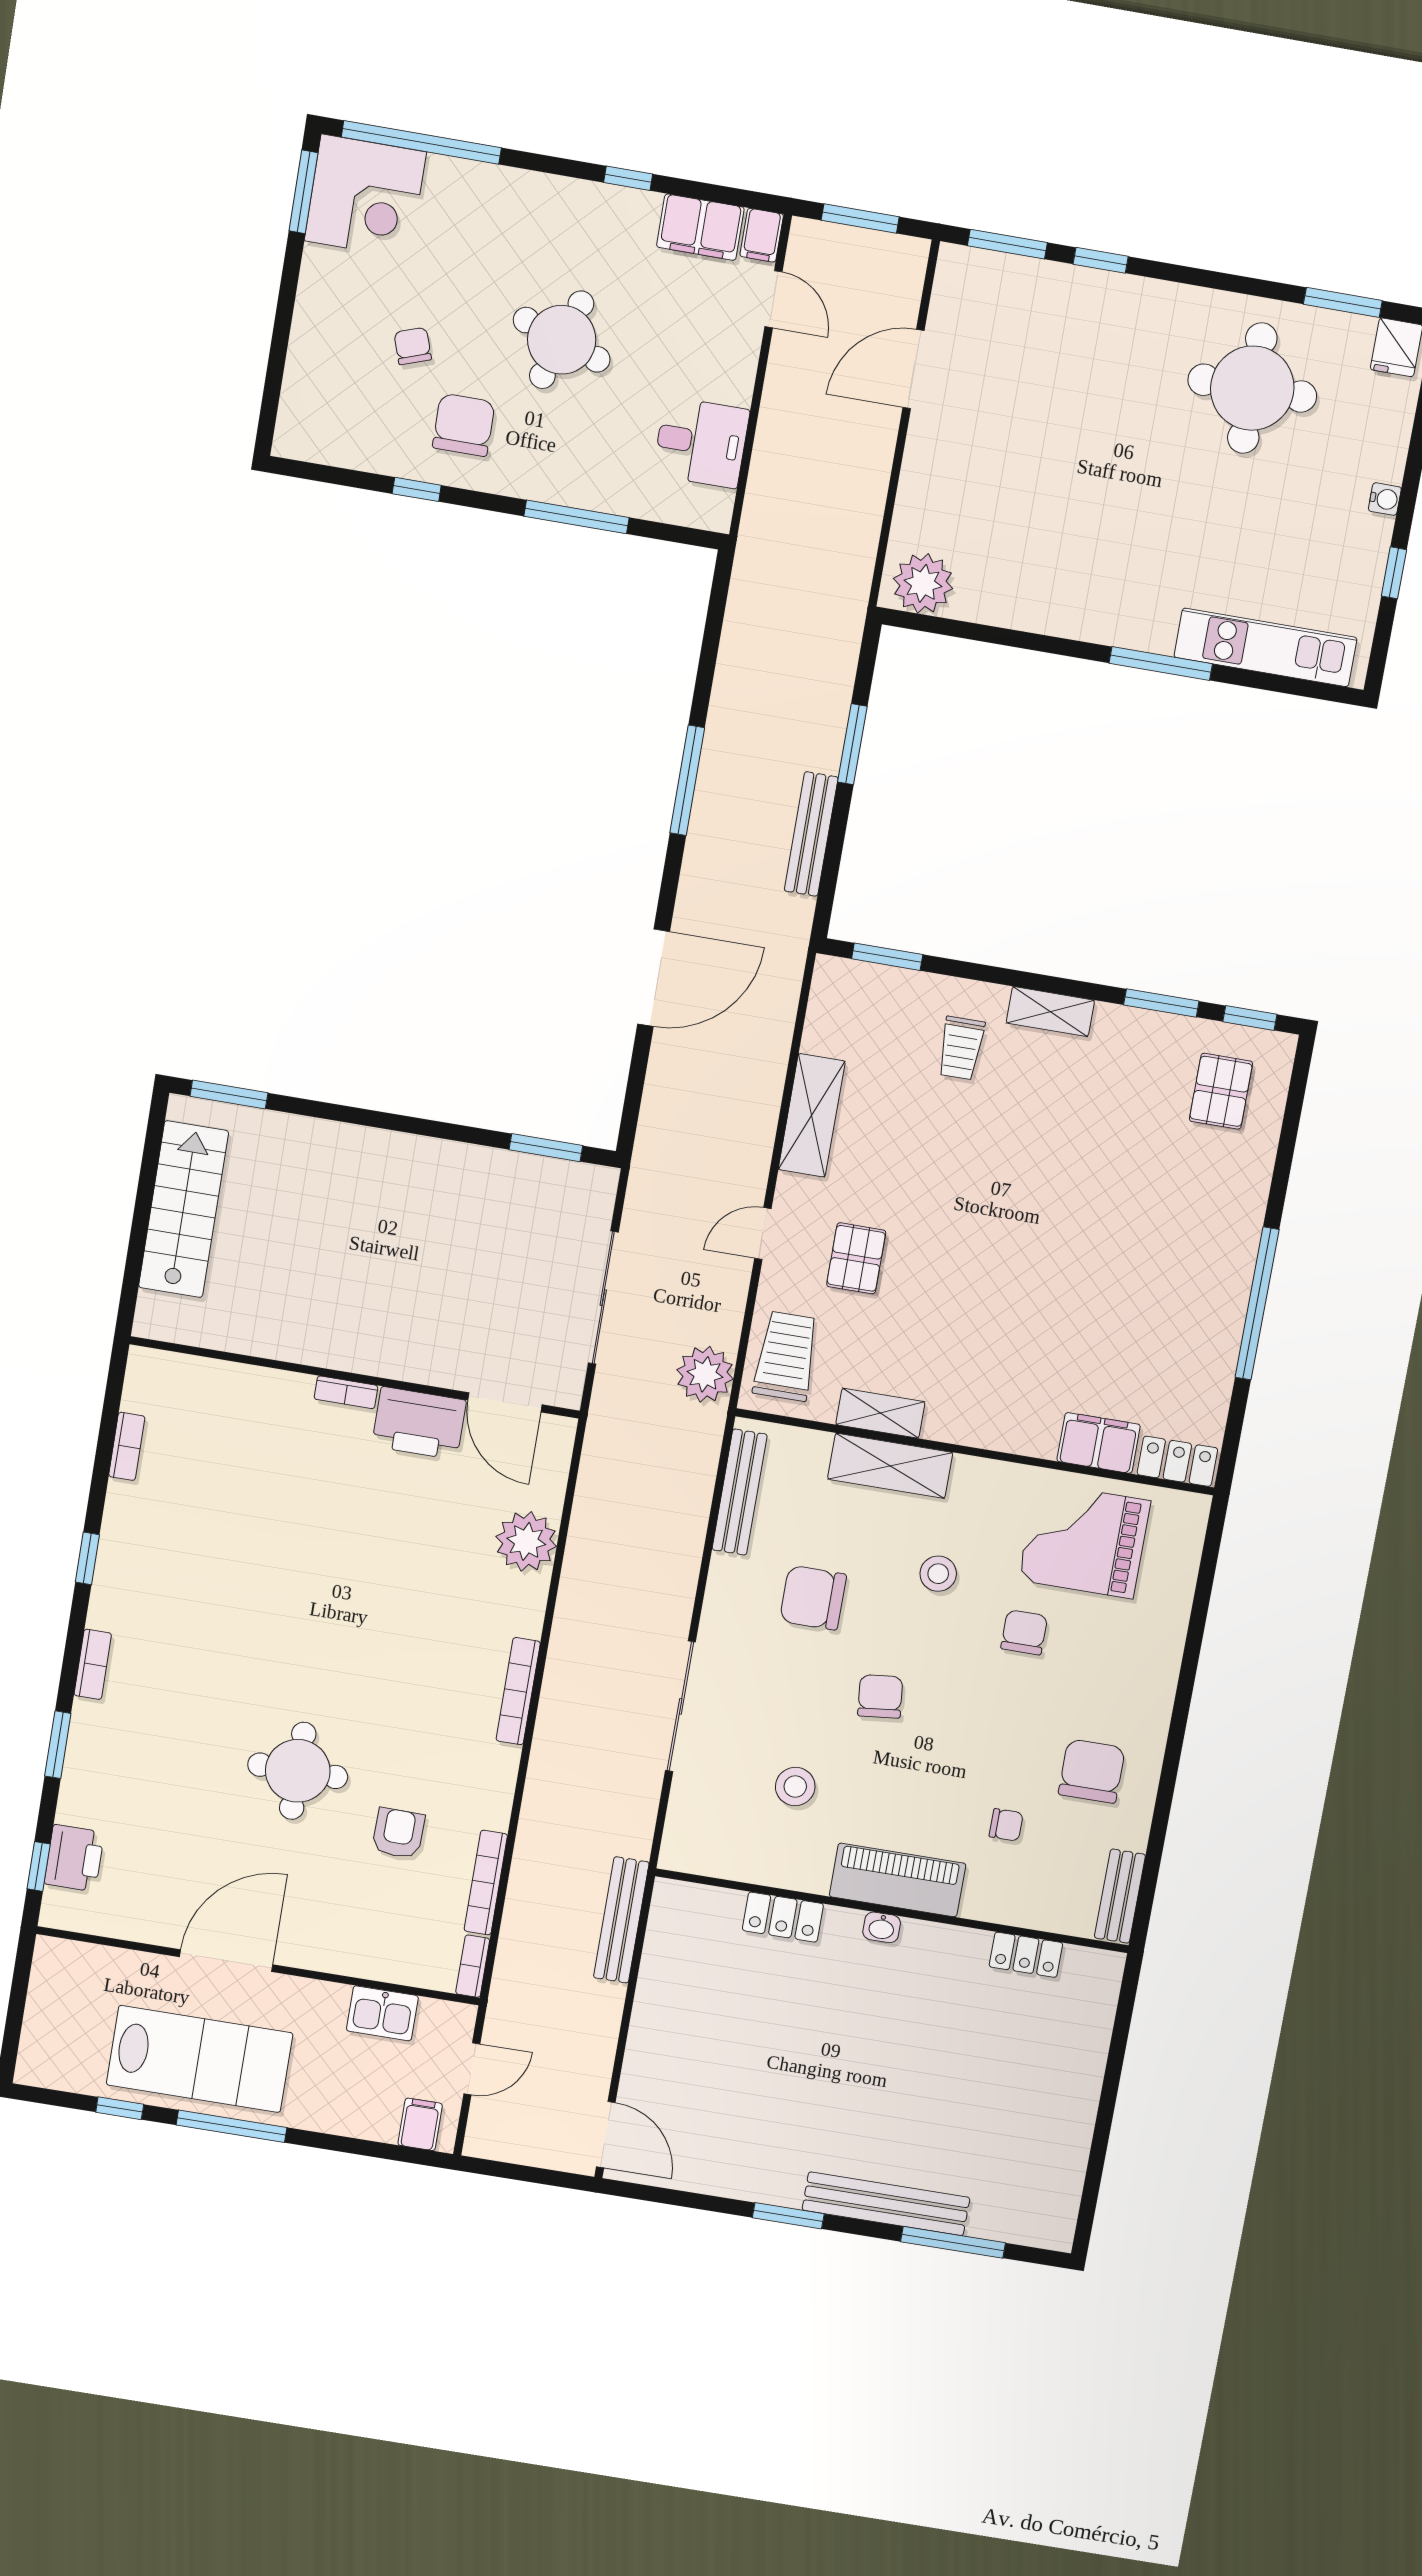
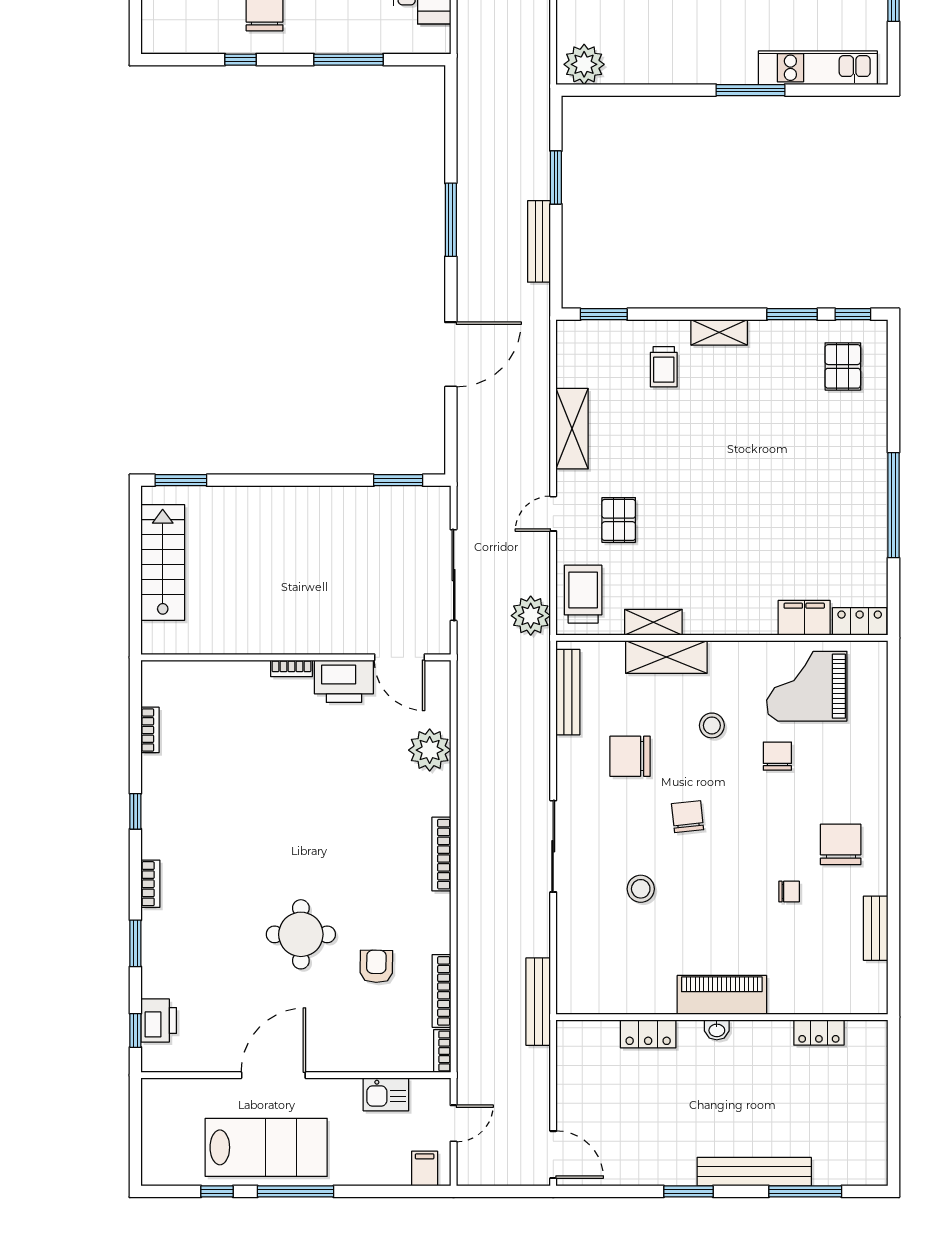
piano: (898, 1880) -> (722, 995), moved
wall: (892, 1911) -> (722, 1017), moved
locker: (783, 1917) -> (648, 1034), moved
washbasin: (882, 1927) -> (717, 1030), moved
locker: (1026, 1955) -> (819, 1032), moved

